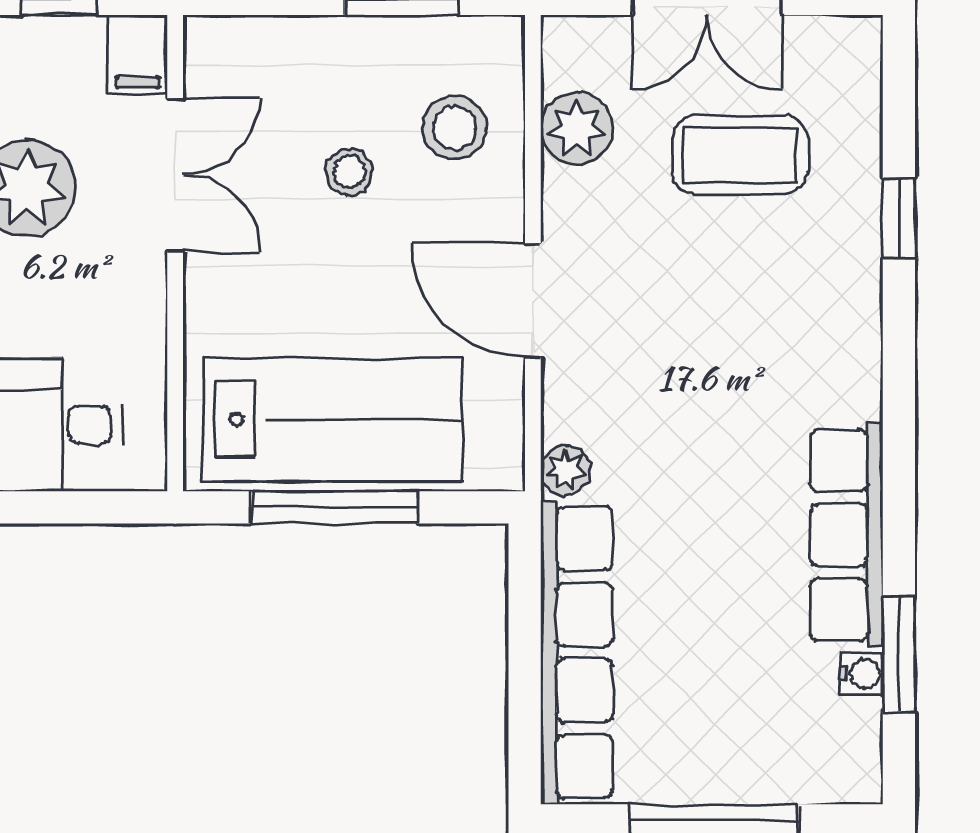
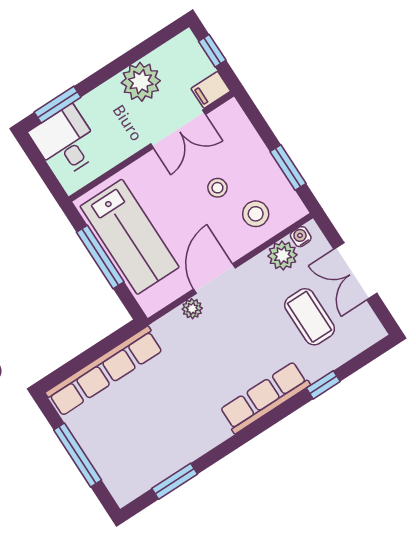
plant: (565, 470) -> (192, 309), moved
row of seats: (847, 535) -> (265, 397), moved
water cooler: (861, 674) -> (301, 237), moved, turned 180

